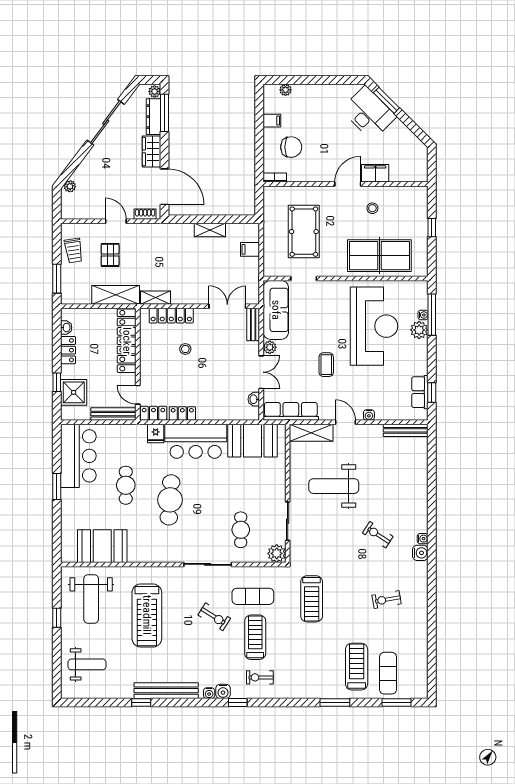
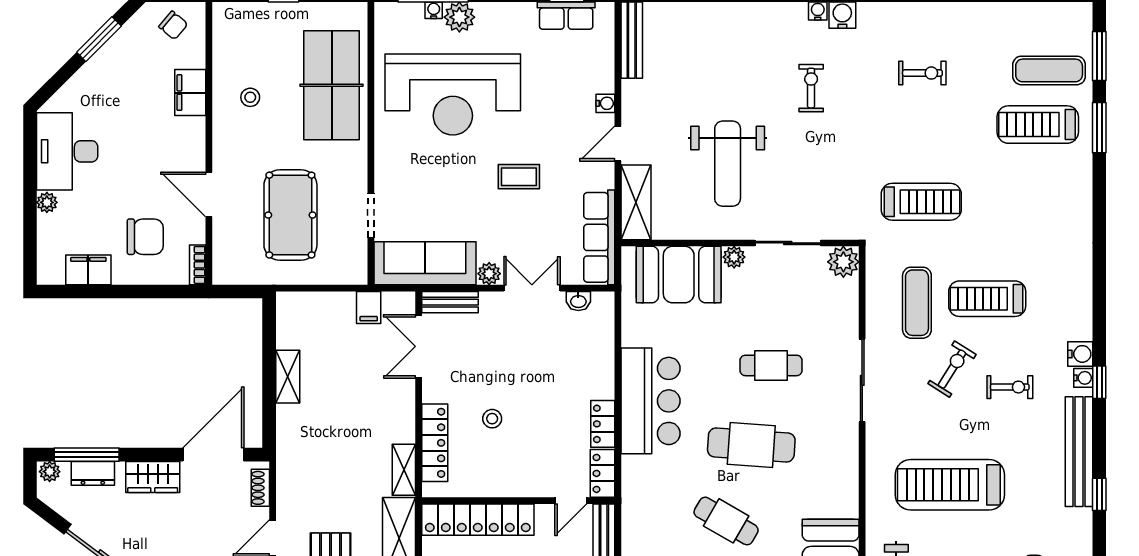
plant: (285, 90) -> (47, 202), moved
window: (386, 100) -> (99, 39), moved
desk: (369, 113) -> (67, 151), moved, turned -45
dresser: (154, 117) -> (93, 473), width x0.70
filing cabinet: (272, 121) -> (88, 270), width x2.00
chair: (291, 147) -> (145, 237), turned 90
chair: (414, 163) -> (173, 25), added
door: (348, 184) -> (209, 194), moved
pool table: (304, 232) -> (290, 215), turned 90
filing cabinet: (250, 249) -> (369, 307), moved
reception desk: (374, 326) -> (453, 95), turned 180
fridge: (156, 433) -> (637, 470), removed
booth: (252, 441) -> (679, 275), moved, turned 90
cafe table: (126, 485) -> (726, 521), turned 30
plant: (279, 490) -> (734, 257), added
cafe table: (241, 530) -> (771, 365), moved
exercise bike: (378, 535) -> (811, 88), turned 147
exercise bike: (387, 600) -> (922, 73), turned -80
treadmill: (147, 615) -> (950, 485), turned 180
exercise bike: (260, 677) -> (1010, 387), moved, turned -90
window: (238, 702) -> (1099, 382), moved
window: (335, 702) -> (1099, 128), moved

